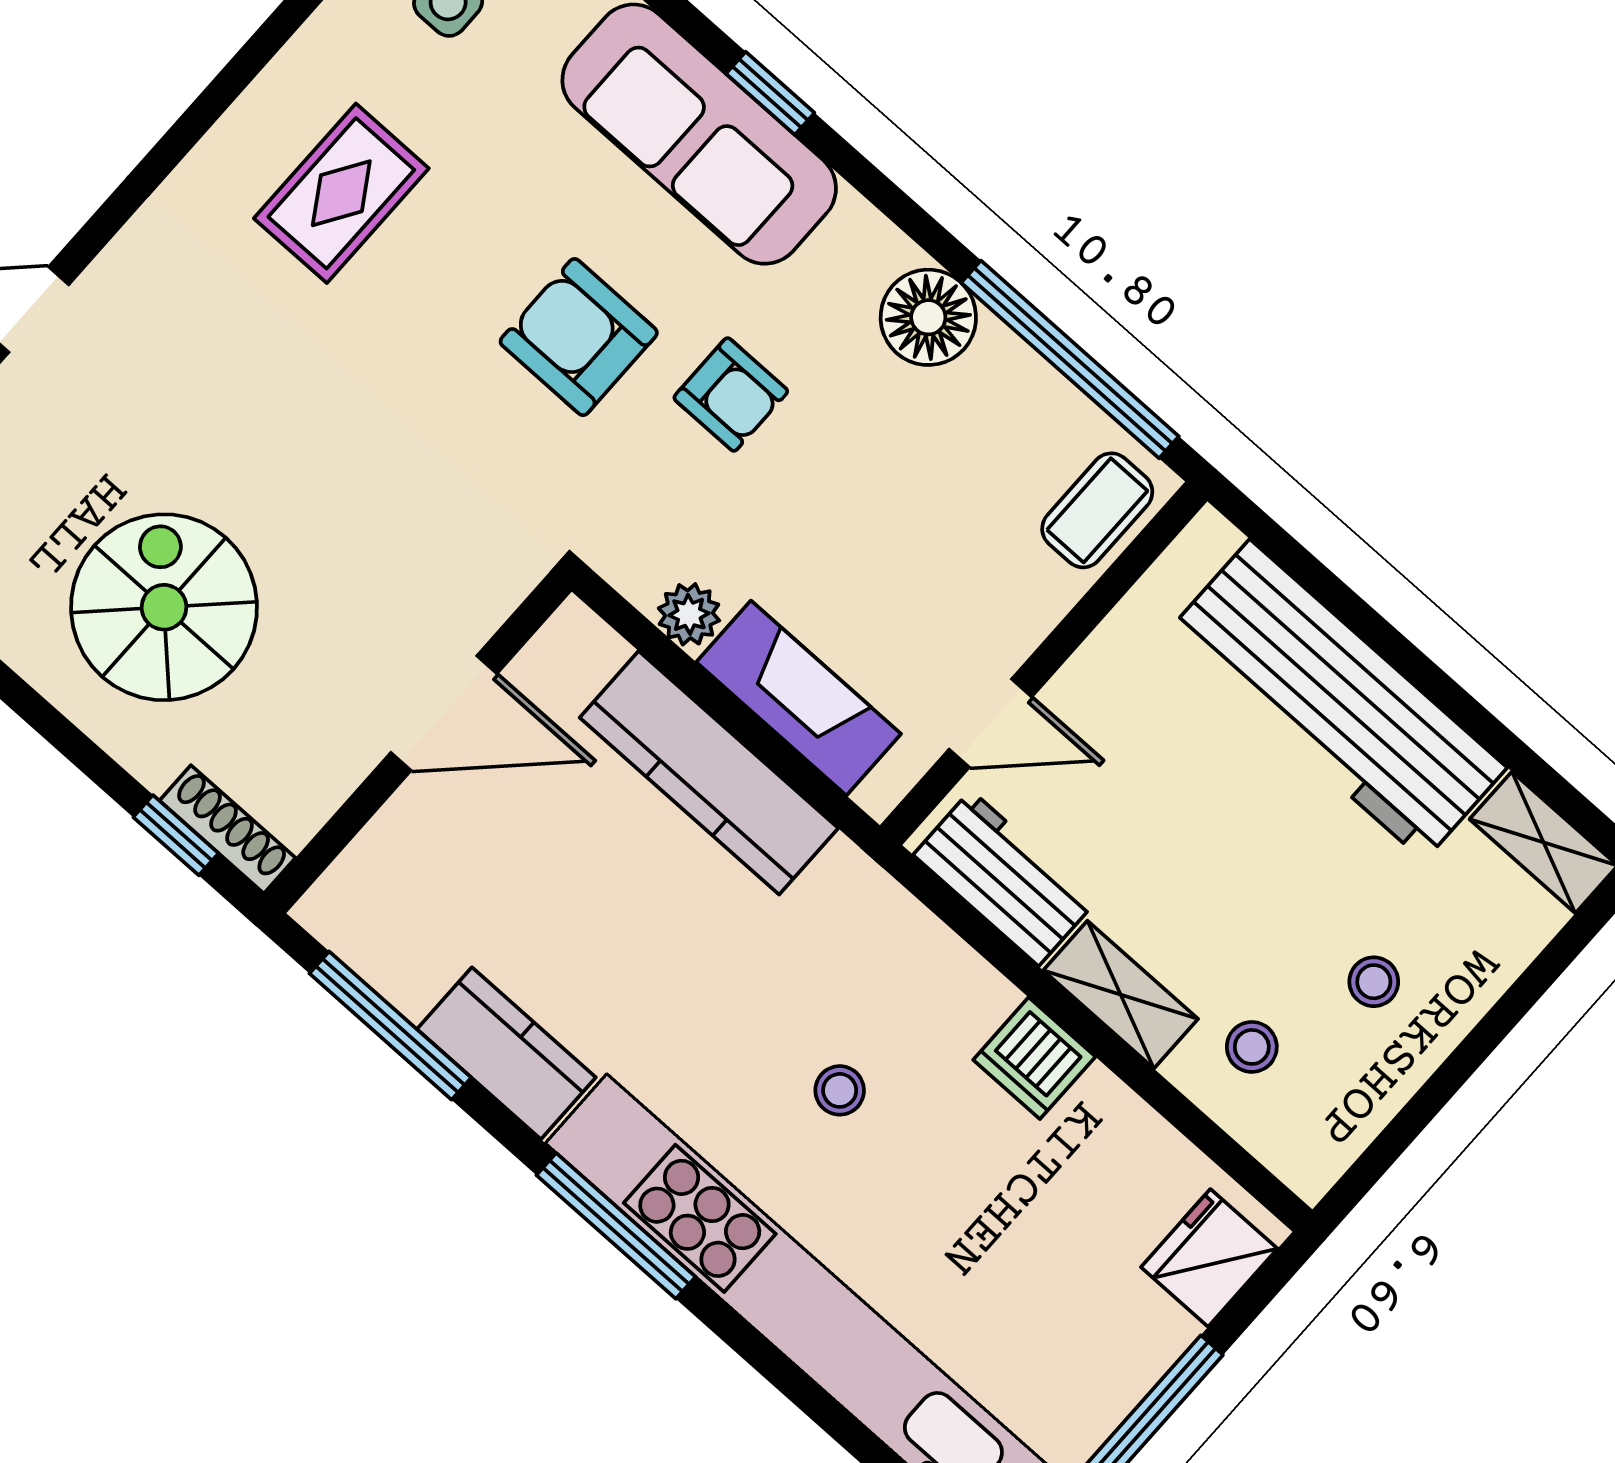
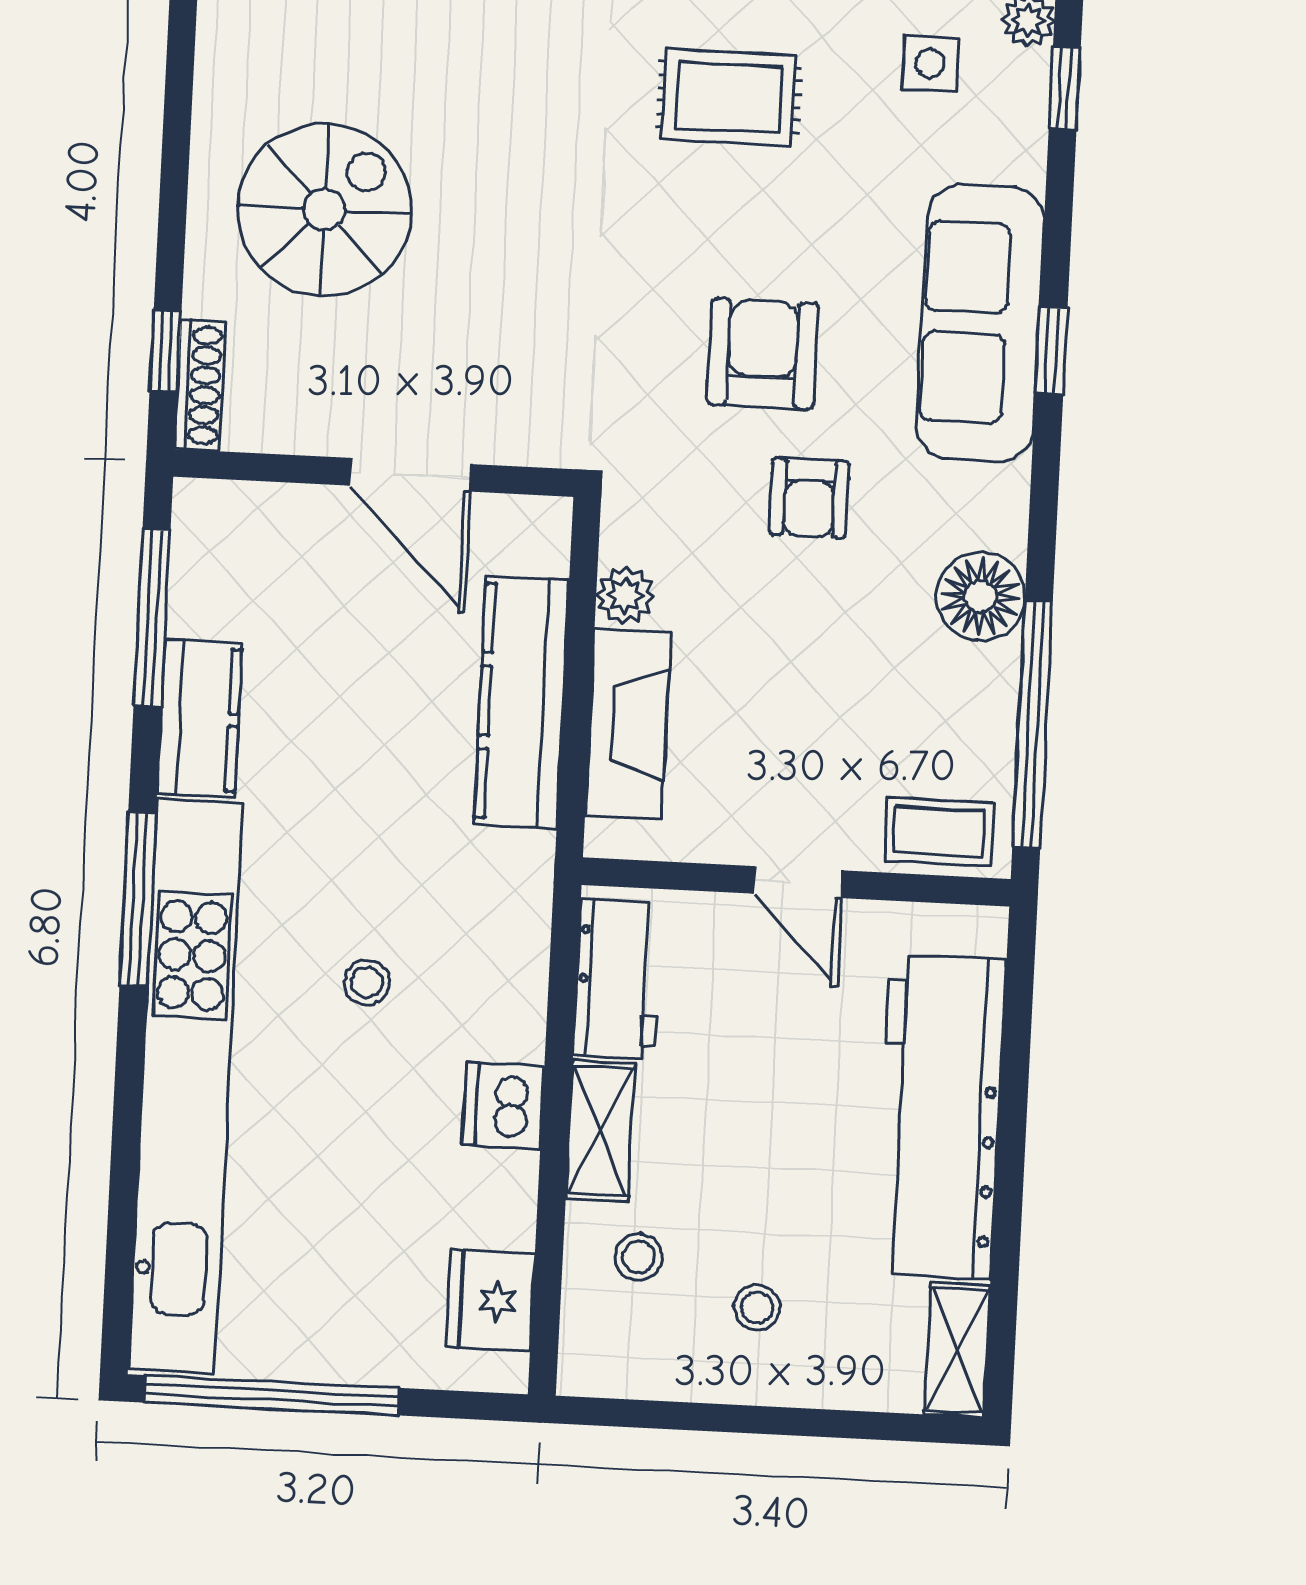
door: (990, 723) -> (798, 882), moved
fridge: (1209, 1258) -> (491, 1300), moved, turned -90

